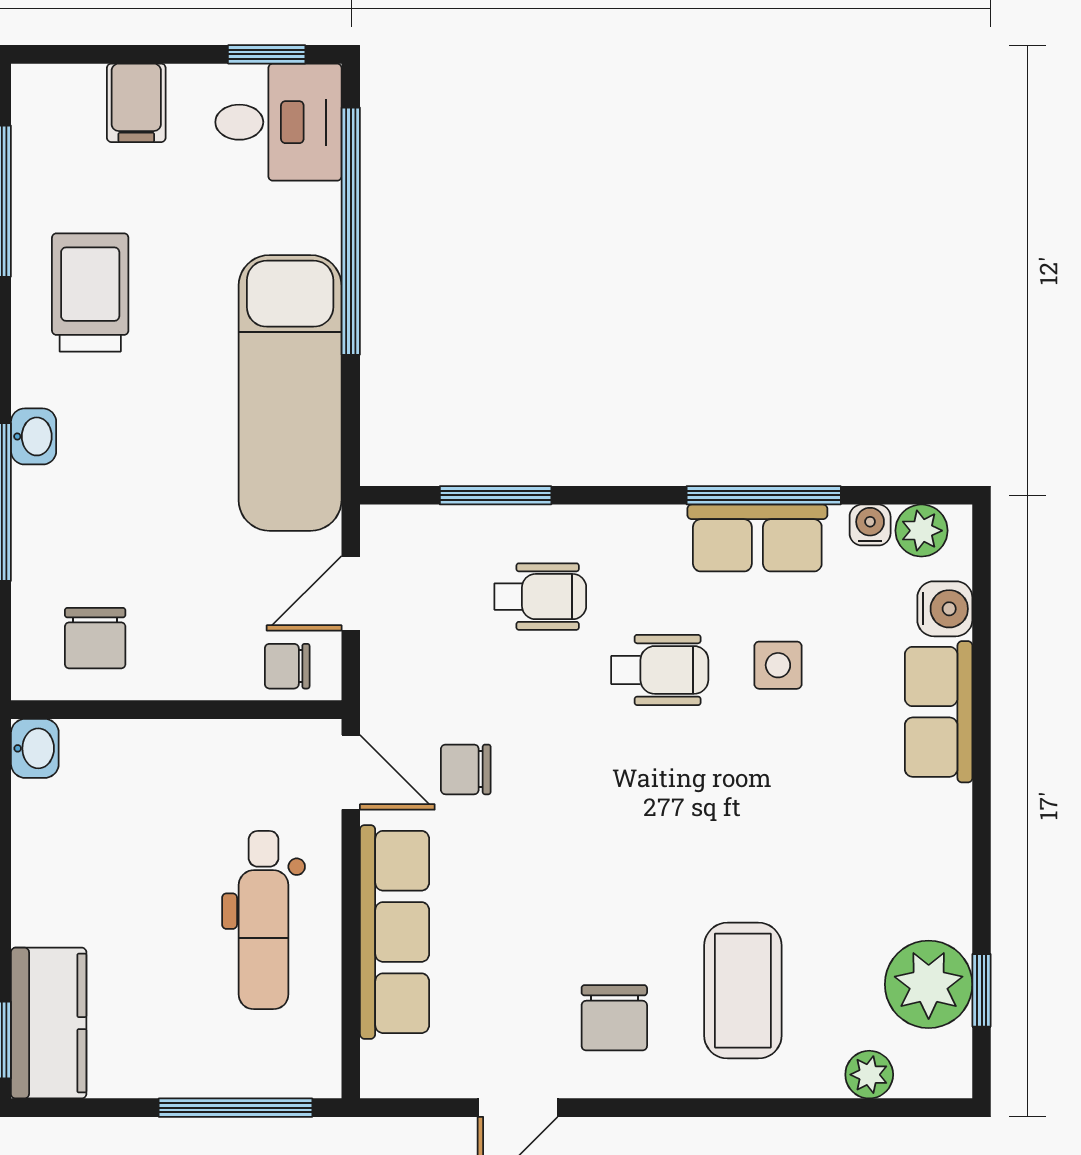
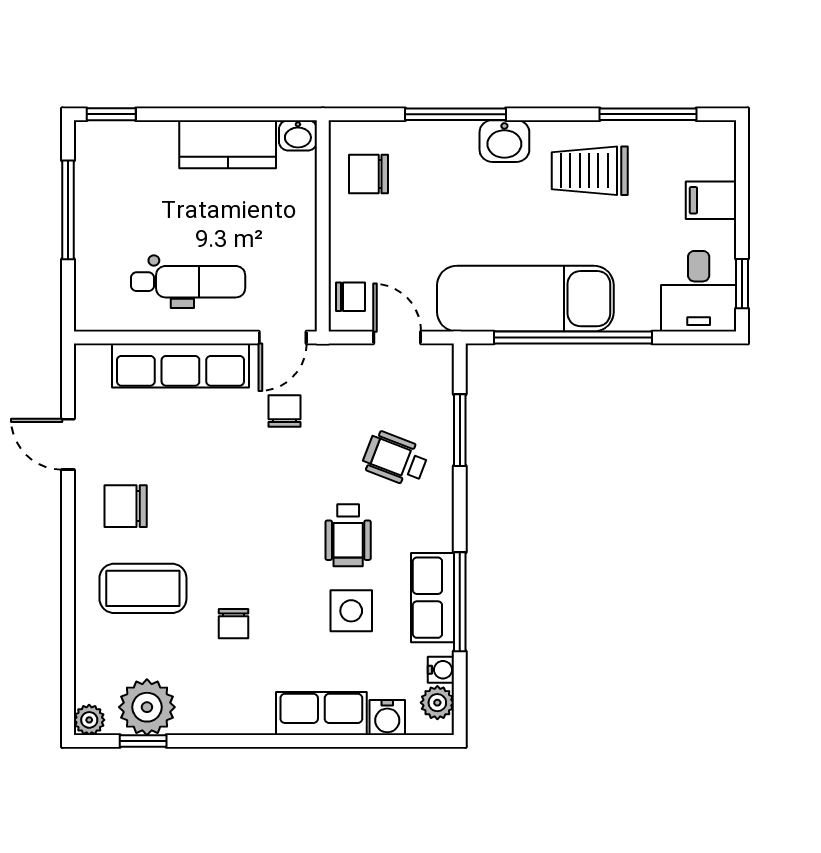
window: (351, 231) -> (573, 338), moved
trolley: (90, 292) -> (590, 171), turned 180
washbasin: (34, 436) -> (504, 141), width x1.38, depth x1.45
wheelchair: (540, 597) -> (395, 459), turned 111
side table: (778, 665) -> (351, 611), width x1.37, depth x1.37
chair: (287, 666) -> (351, 297), turned 90
chair: (798, 849) -> (233, 624), added
dental chair: (264, 920) -> (188, 282), turned 180
kitchen counter: (49, 1023) -> (228, 144), moved
plant: (869, 1075) -> (89, 720), moved
window: (235, 1108) -> (68, 210), moved

